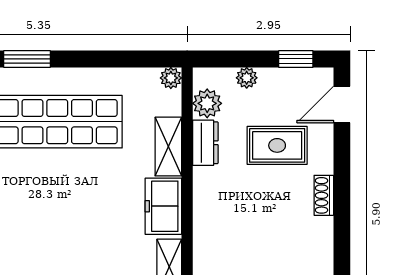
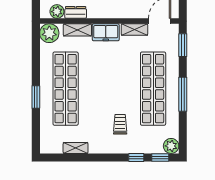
plant: (171, 78) -> (49, 33), width x1.88, depth x1.88

